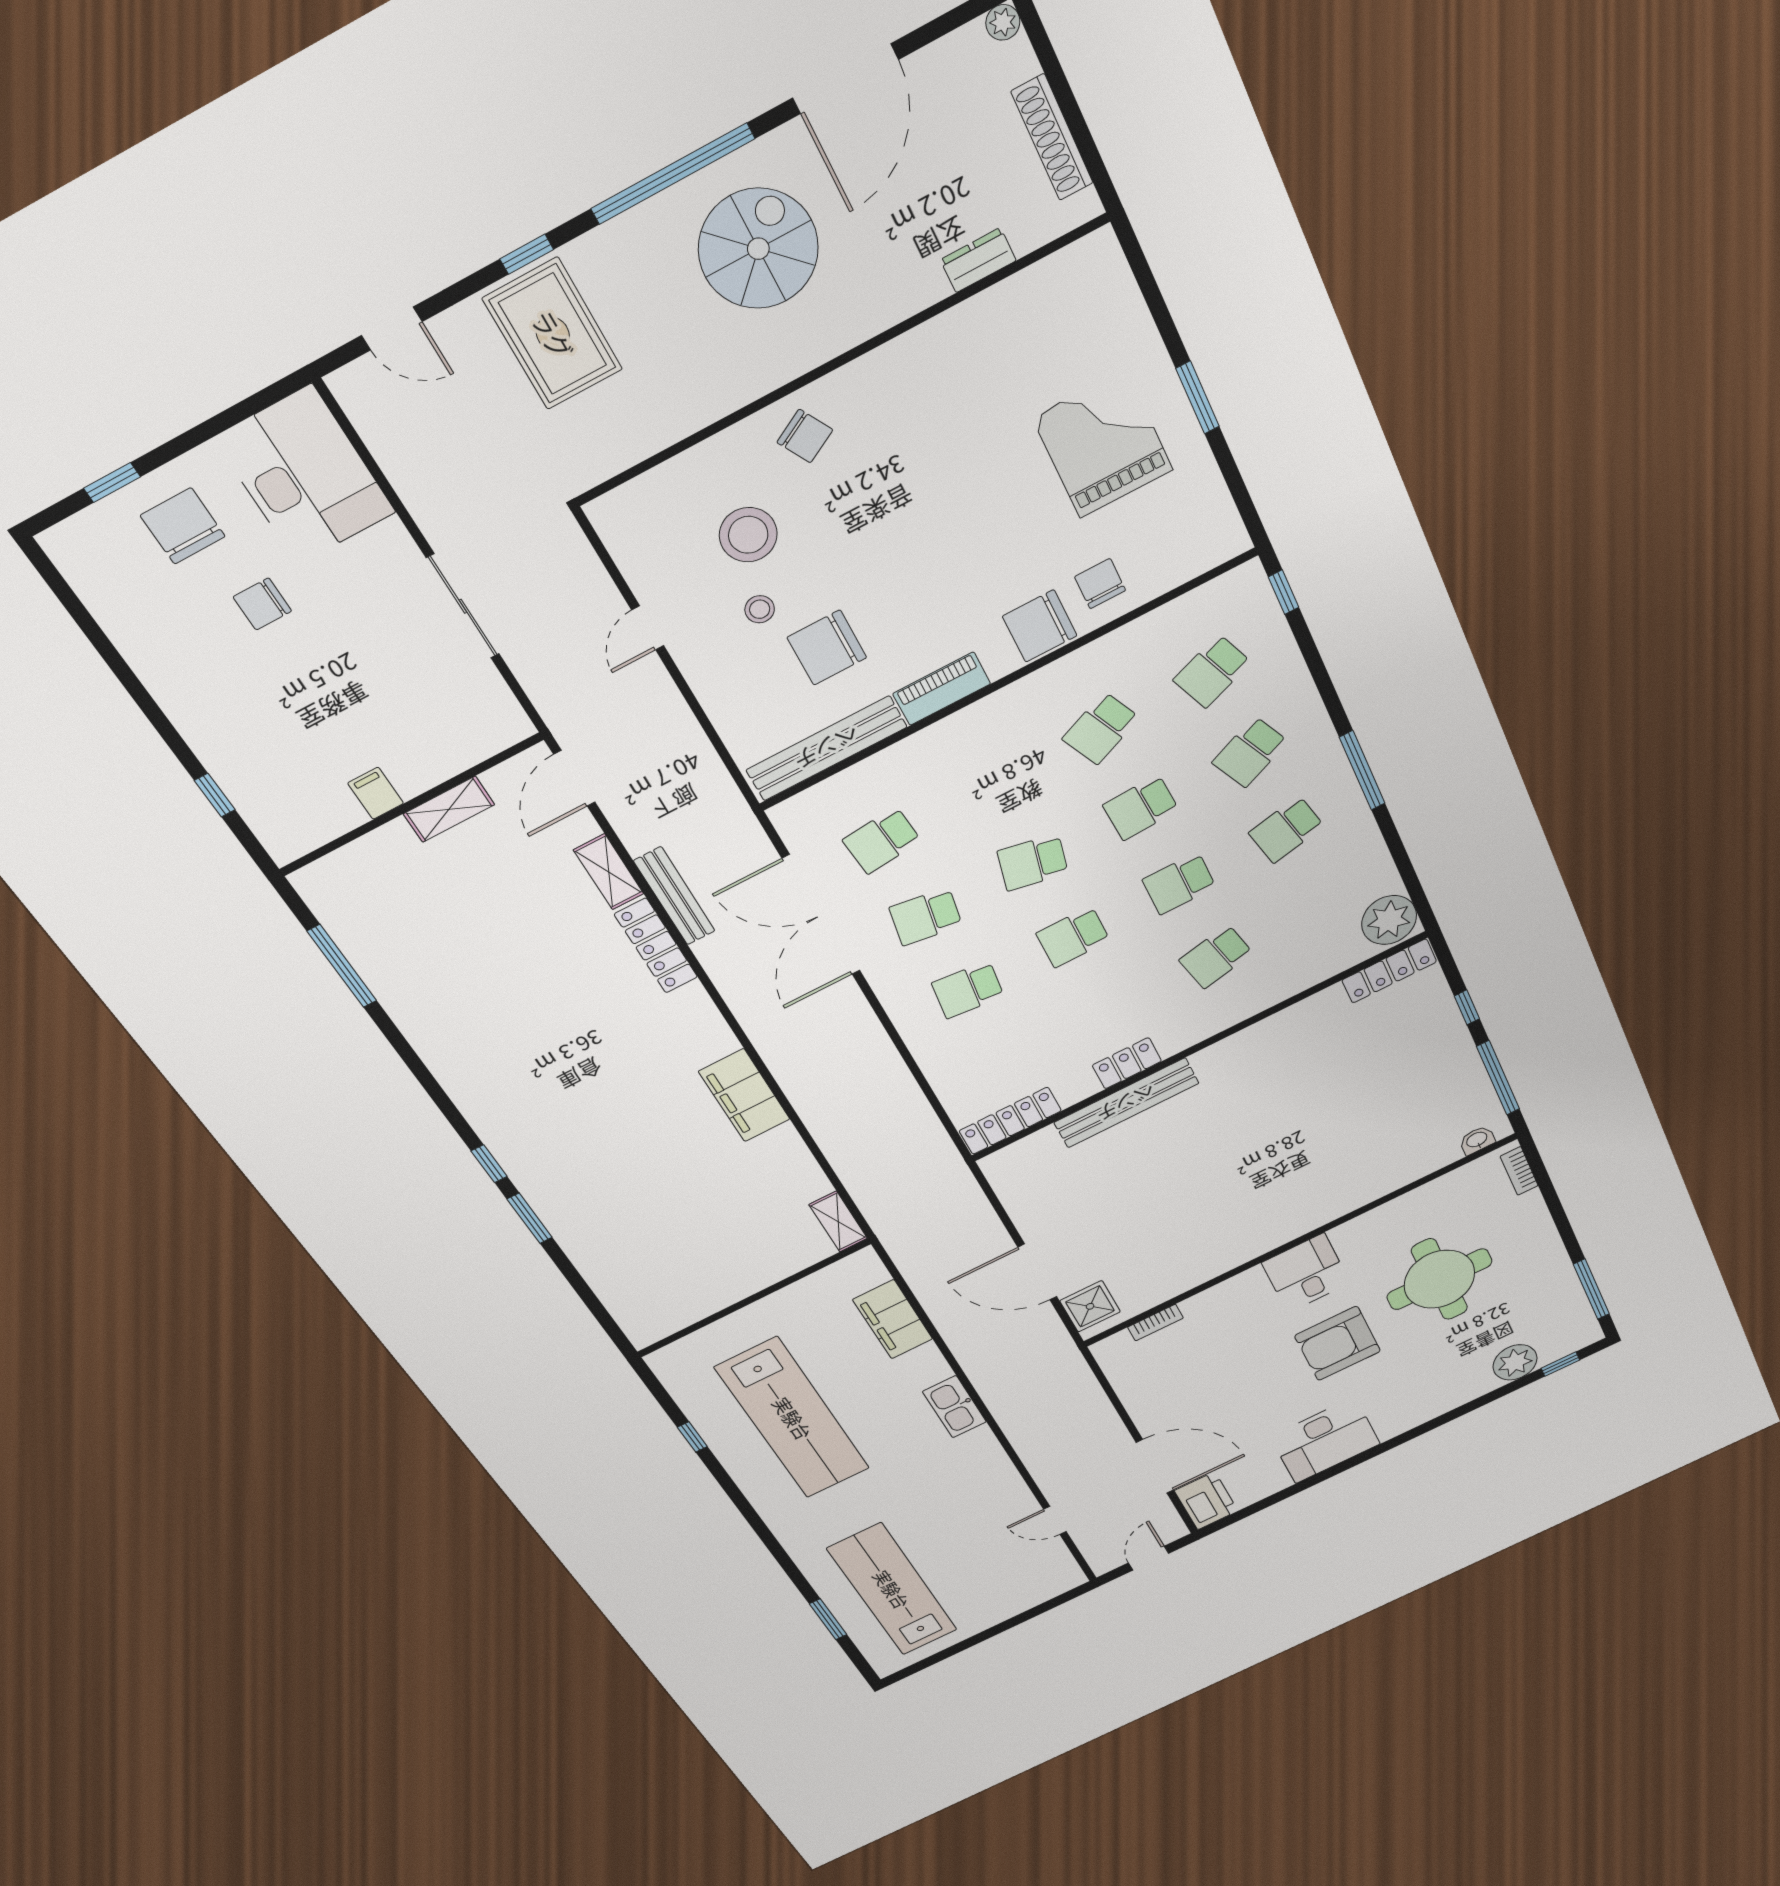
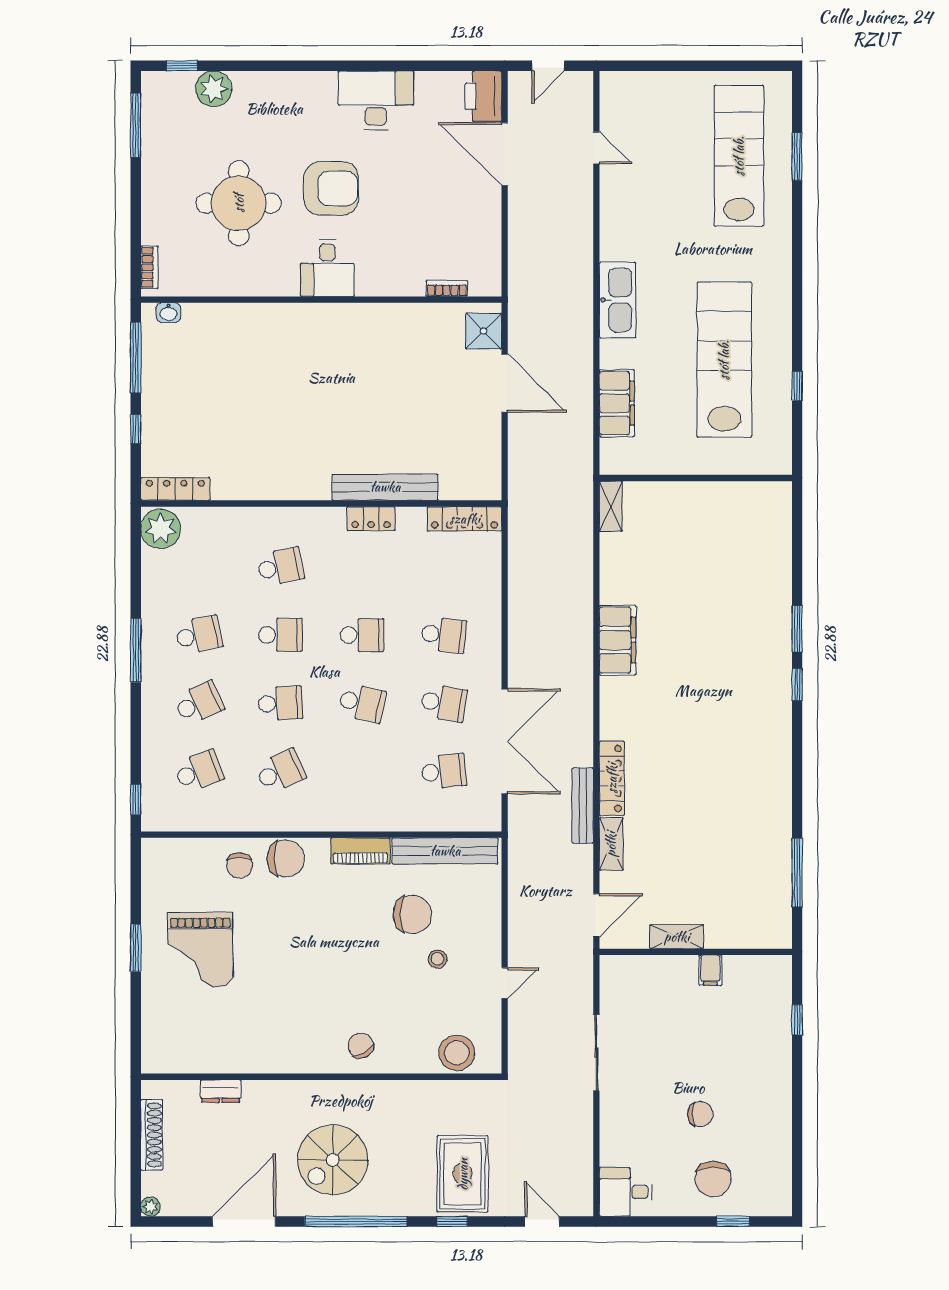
desk: (305, 475) -> (626, 1192), width x0.53, depth x0.77
stool: (748, 535) -> (457, 1053), moved
kitchen sink: (954, 1407) -> (618, 300), width x1.36, depth x1.24
lab bench: (892, 1589) -> (739, 156), turned 180

